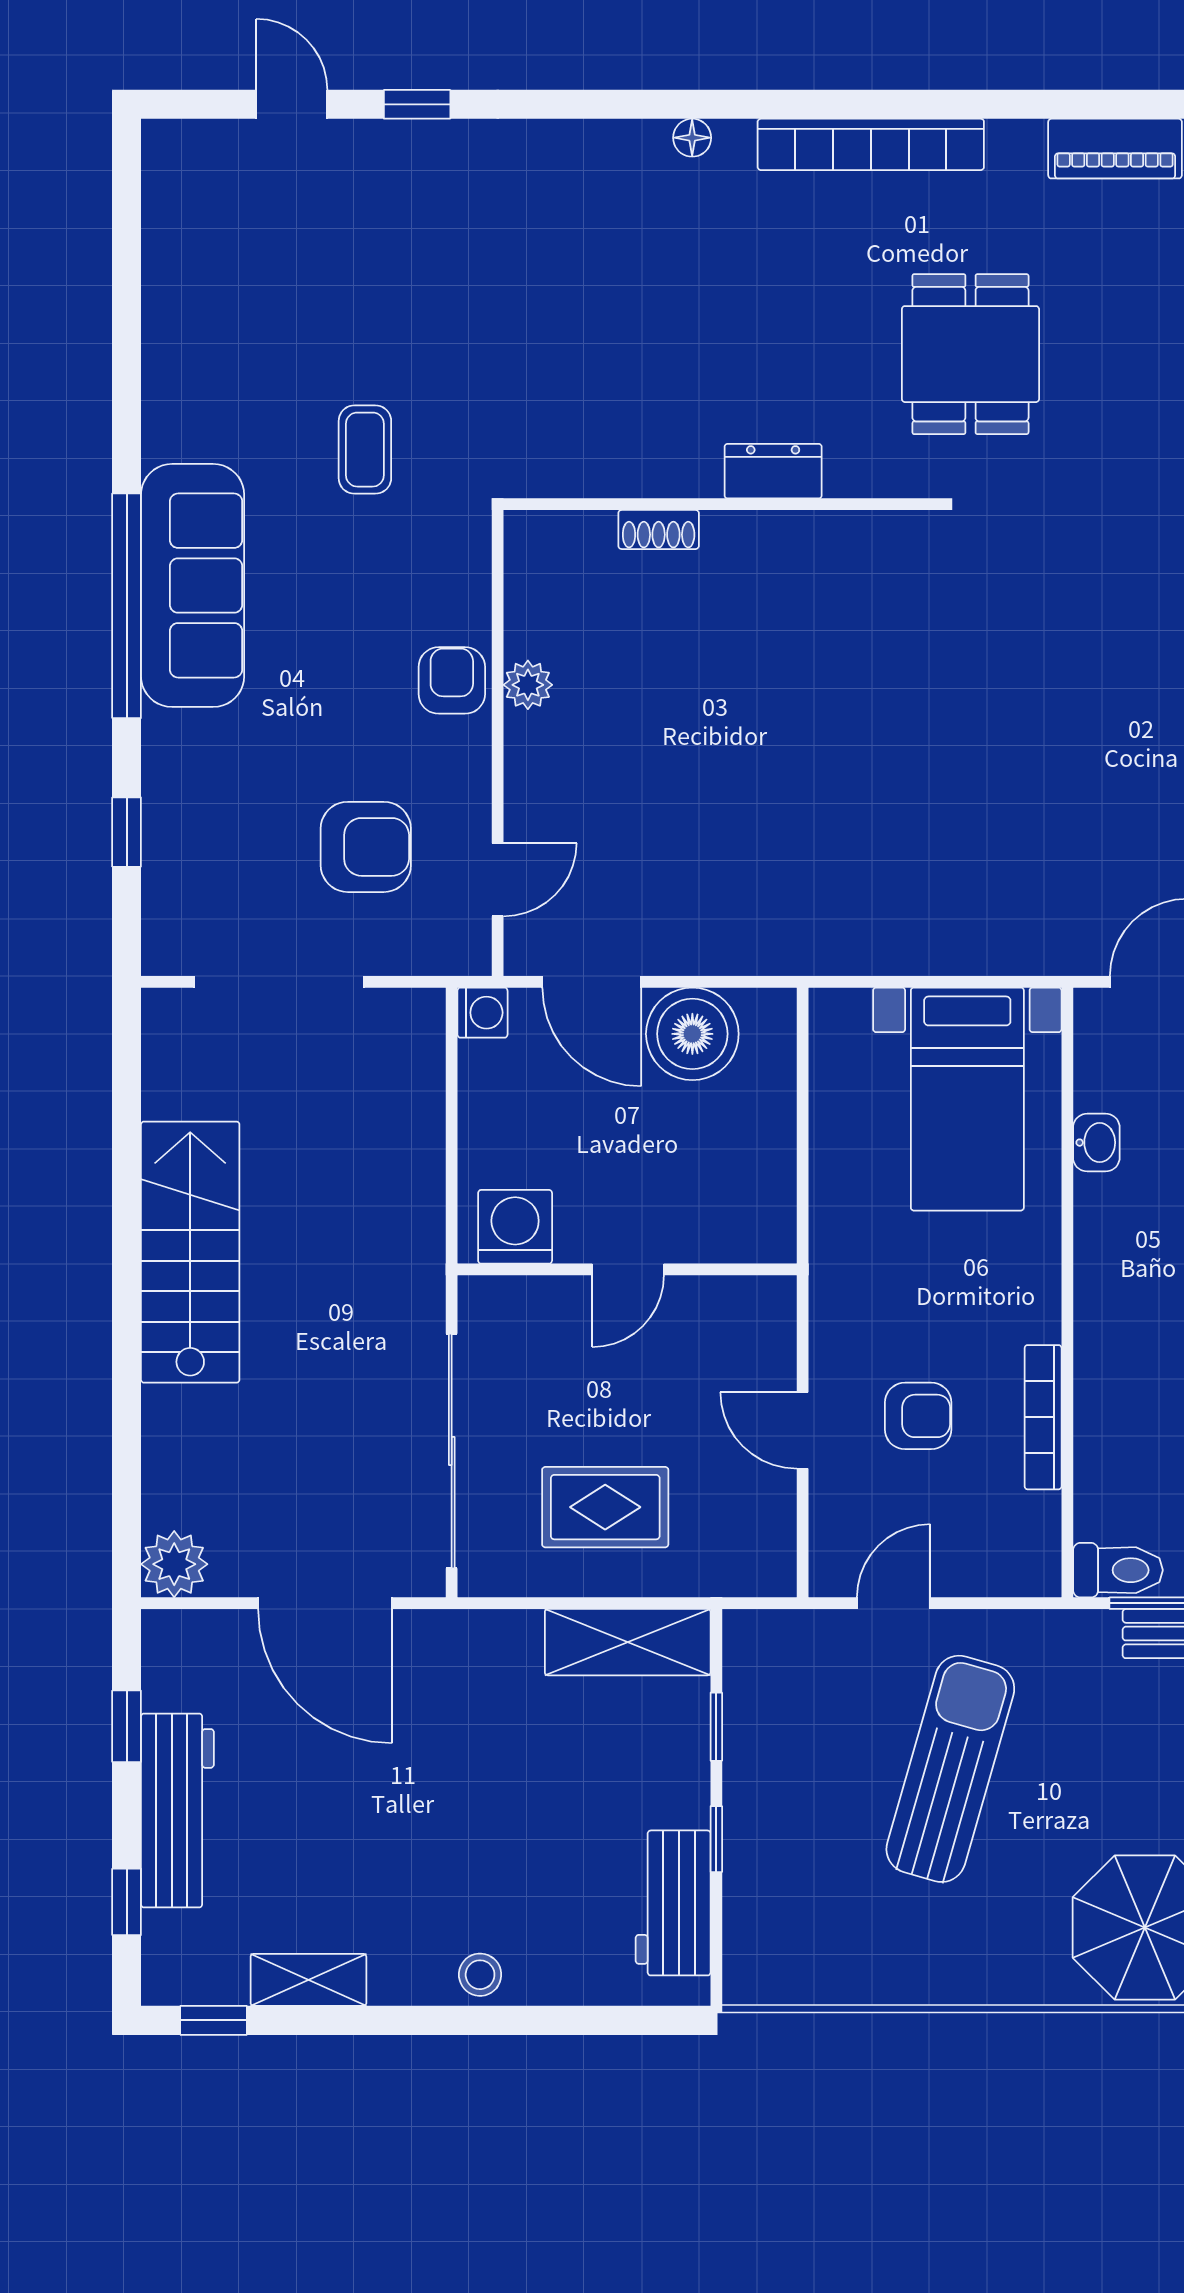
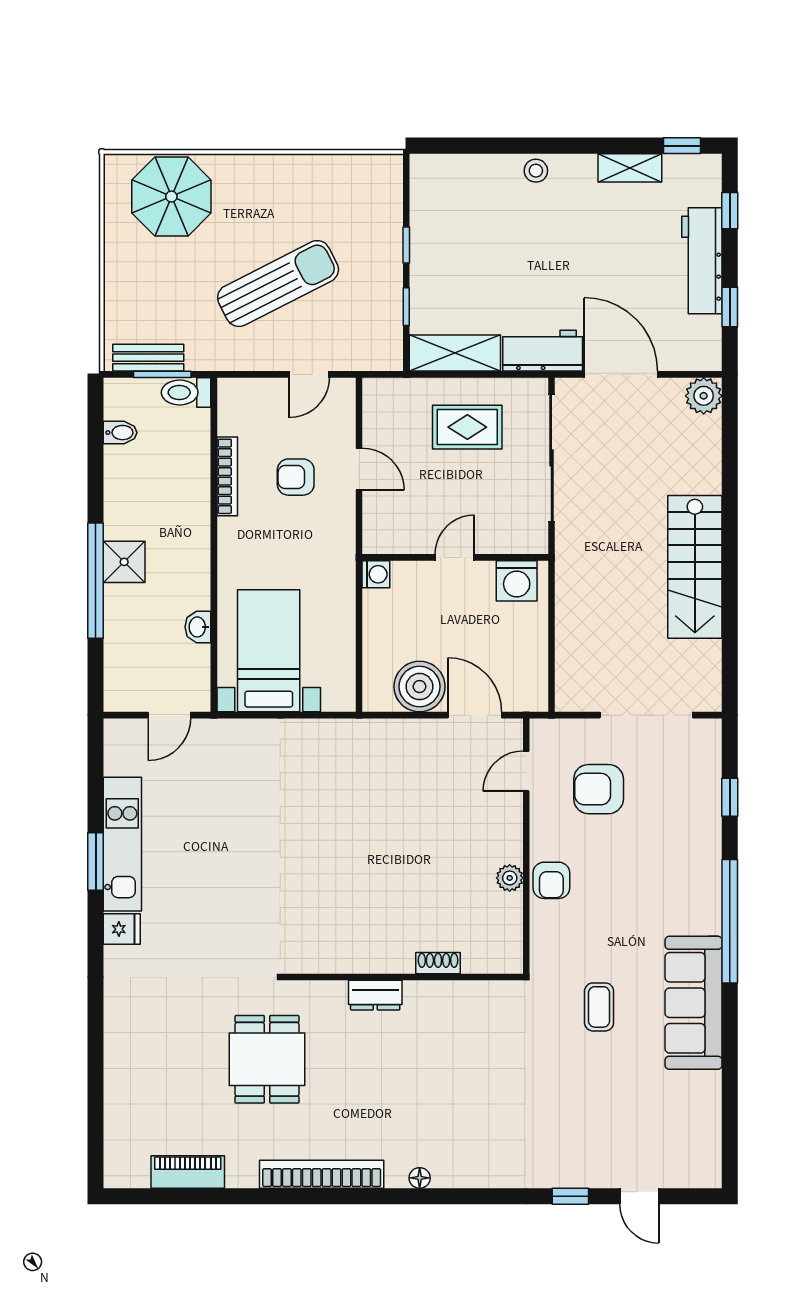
sofa: (193, 585) -> (694, 1003), moved
washing machine: (482, 1013) -> (376, 574), moved, turned 180
sun lounger: (950, 1769) -> (278, 284), turned -133
workbench: (673, 1903) -> (543, 351), moved, turned -90

